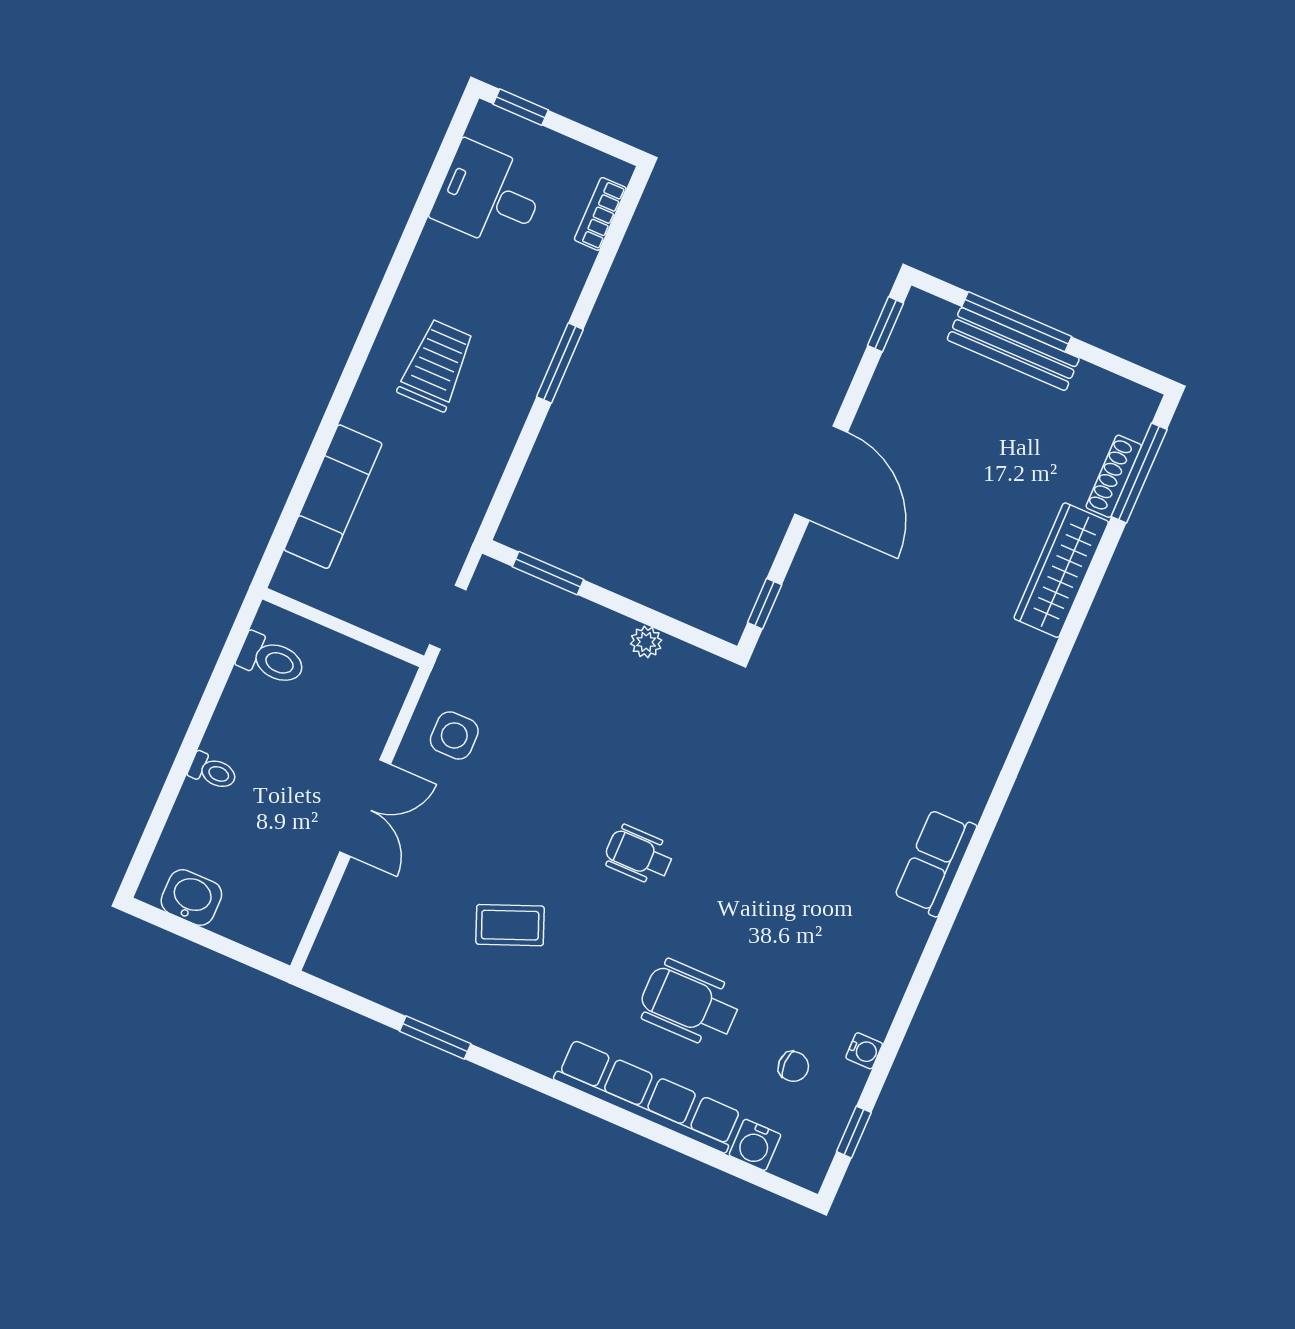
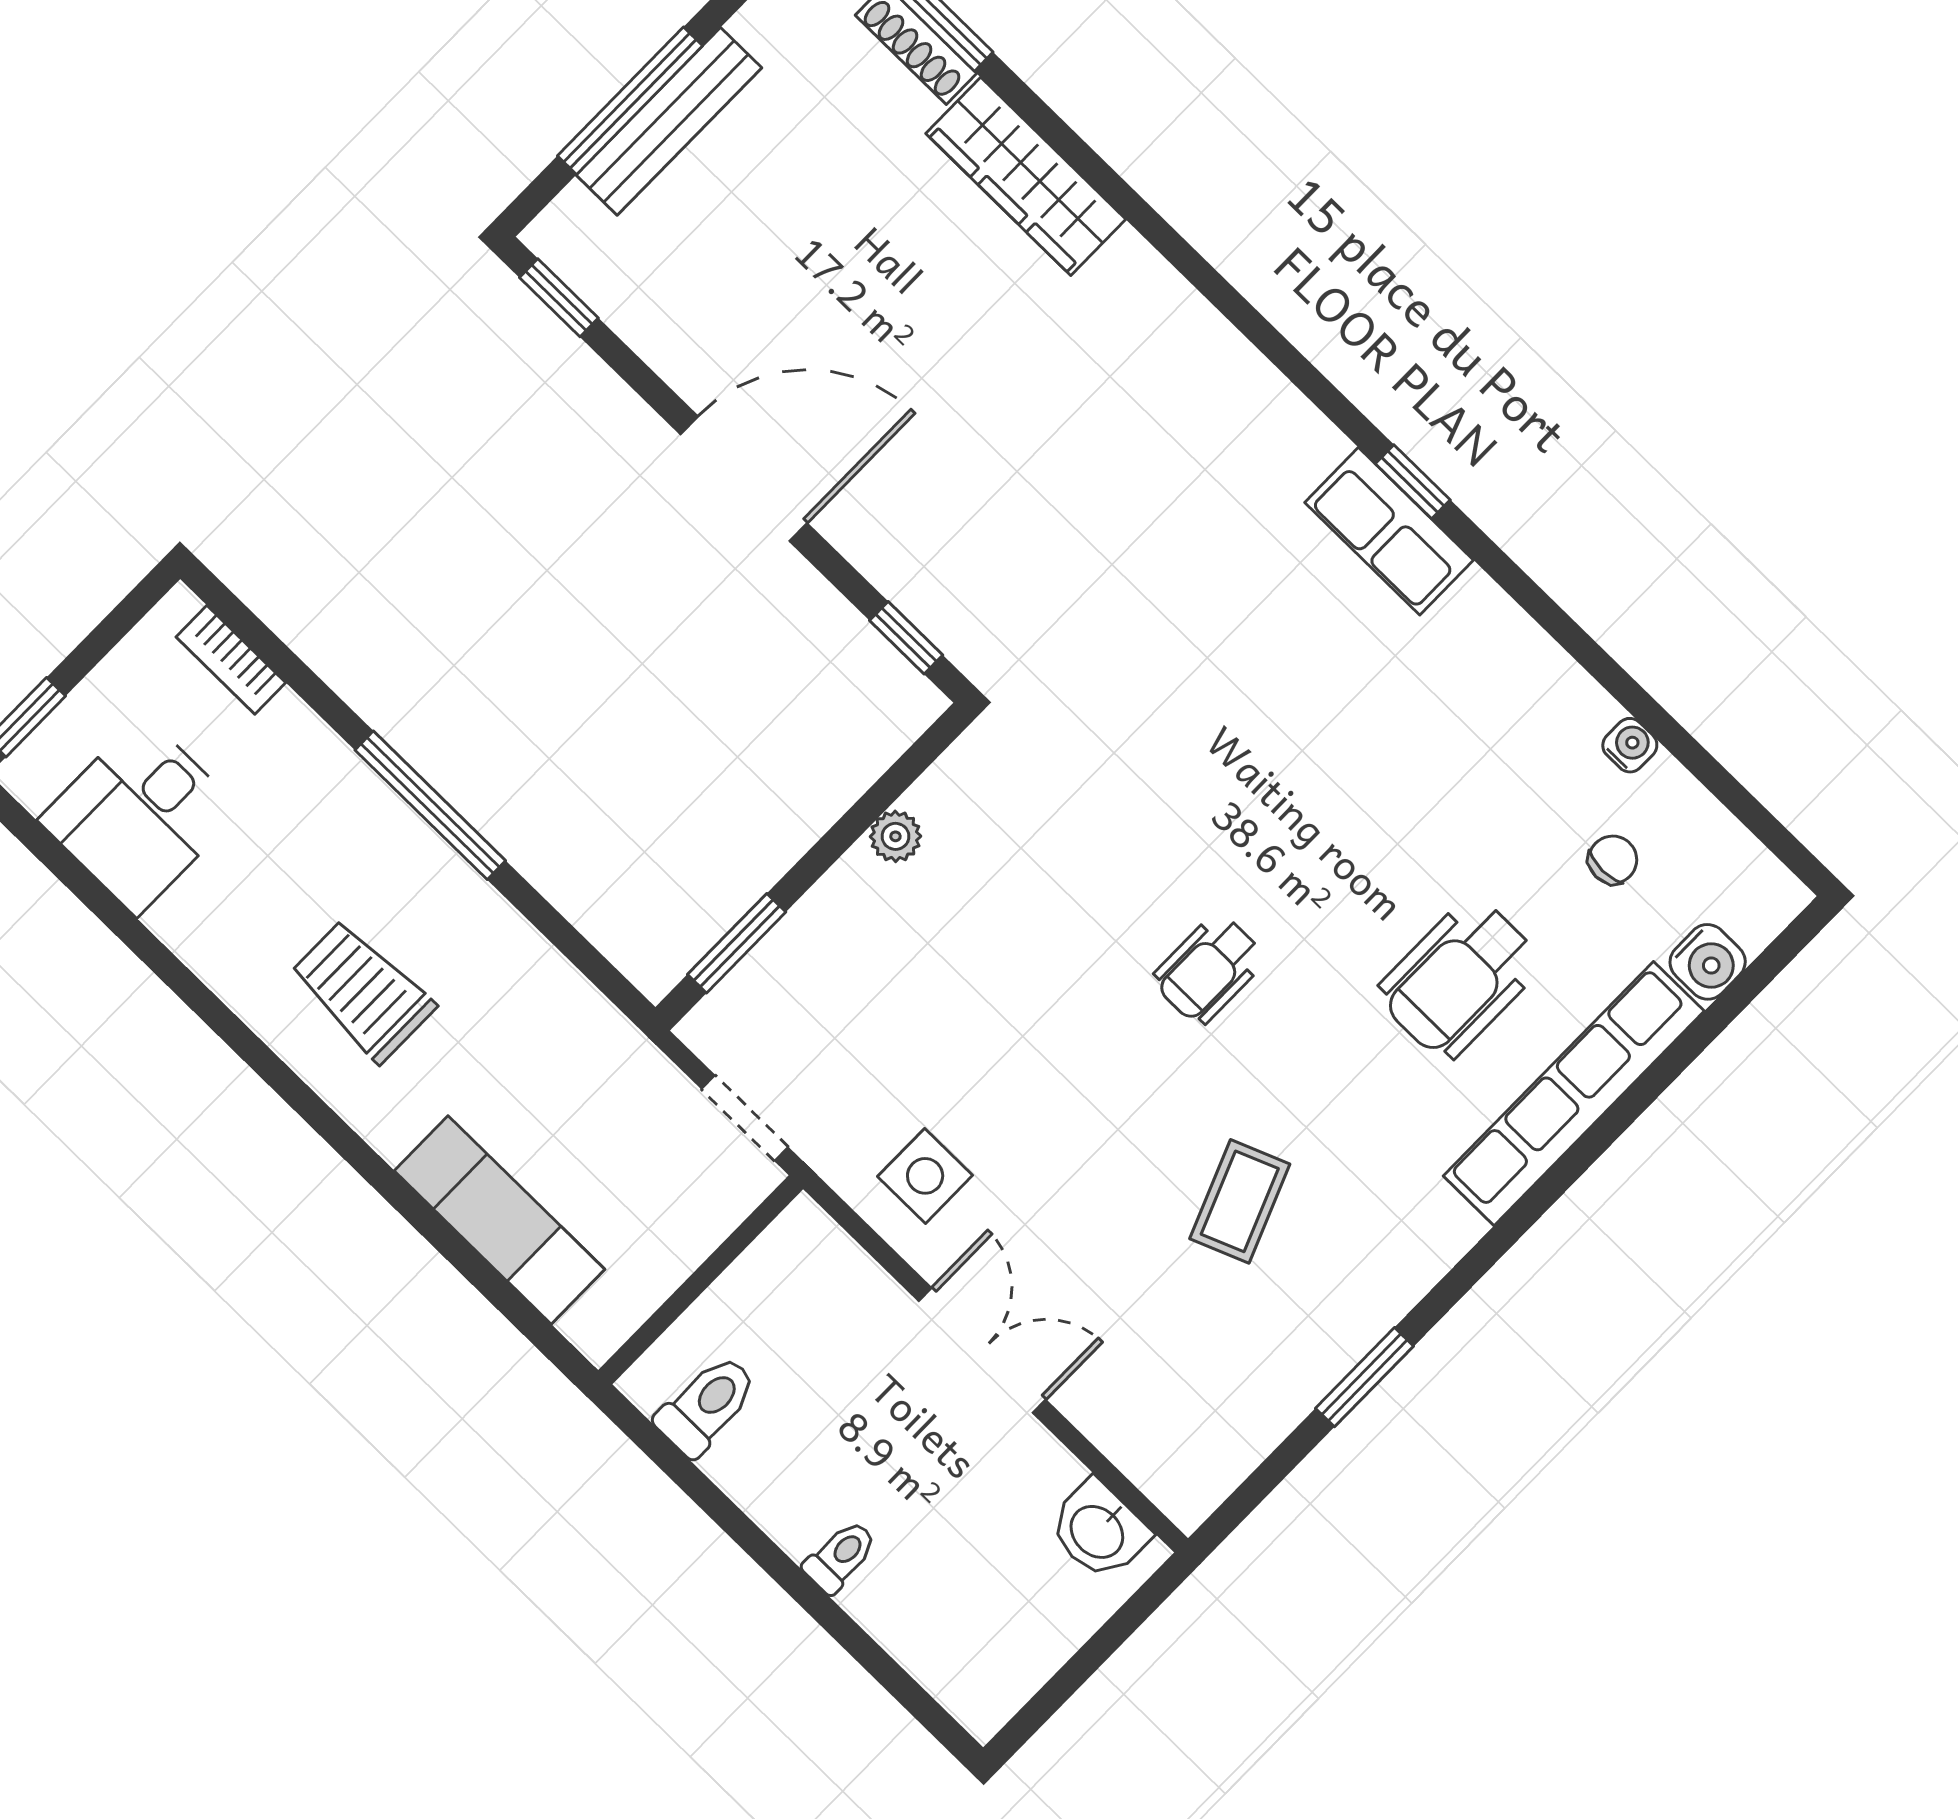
window: (560, 363) -> (430, 805), width x1.44
washbasin: (191, 898) -> (1098, 1530), moved, turned -90
window: (854, 1132) -> (1413, 482), moved

